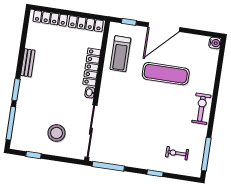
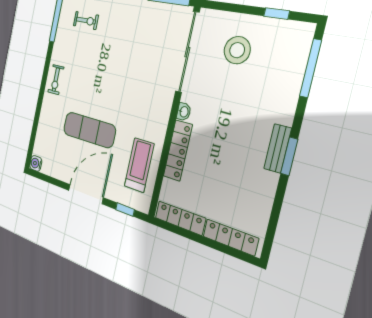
bench: (28, 63) -> (278, 148), moved
window: (16, 90) -> (289, 156), moved
exercise bike: (201, 109) -> (56, 80), width x0.73, depth x0.72

